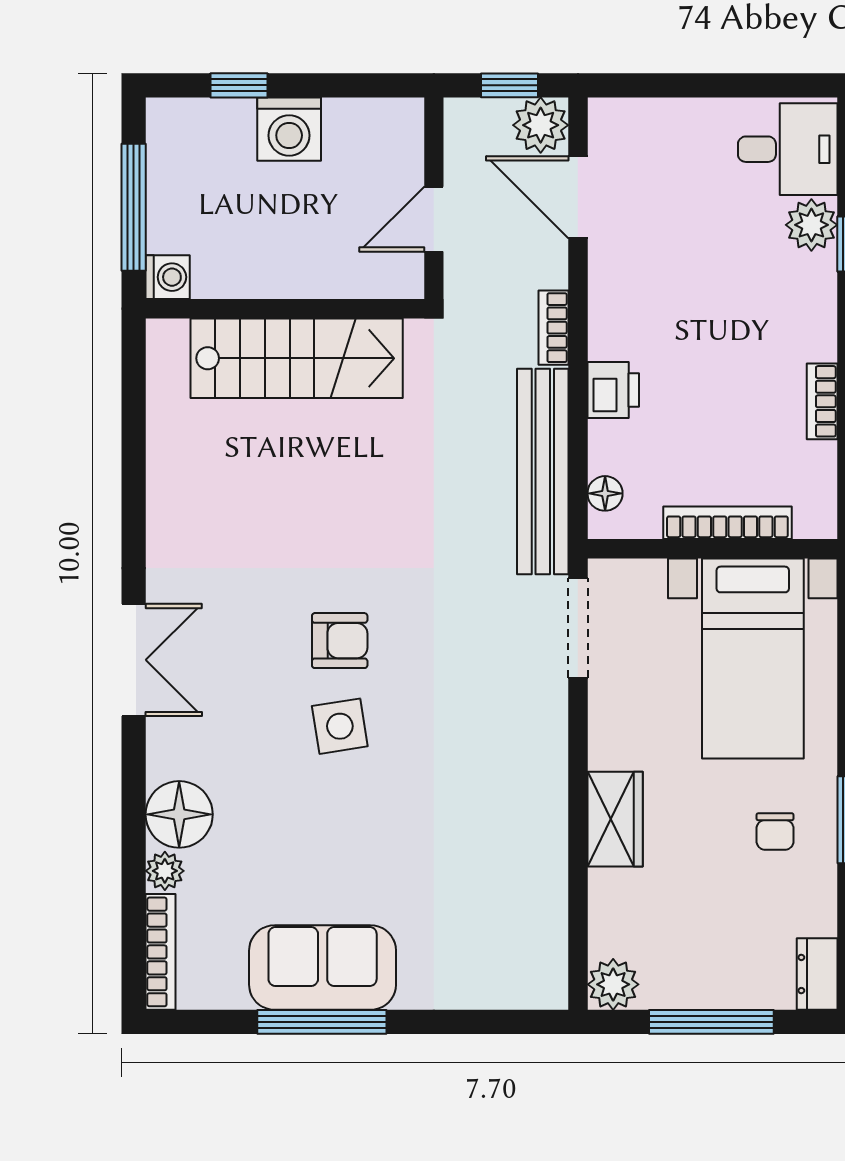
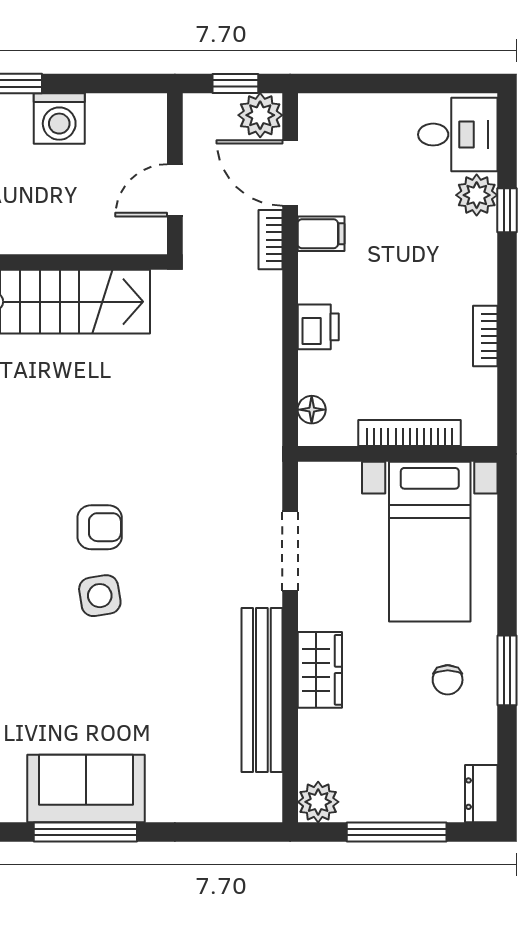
filing cabinet: (617, 273) -> (321, 234), added
bookcase: (553, 328) -> (271, 240), moved
bench: (543, 472) -> (262, 690), moved
doorway: (578, 628) -> (290, 551), moved

